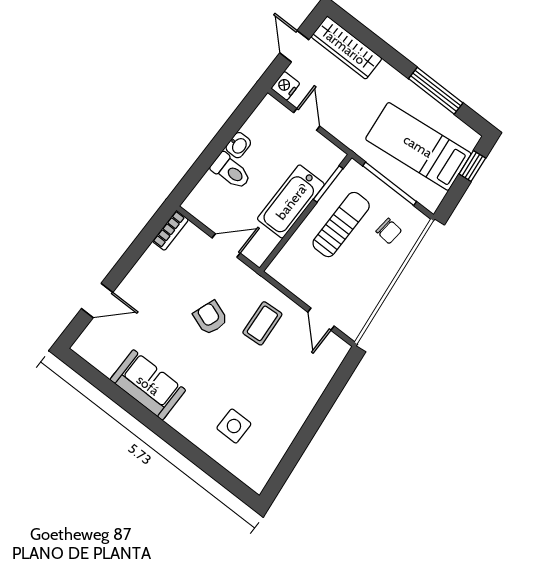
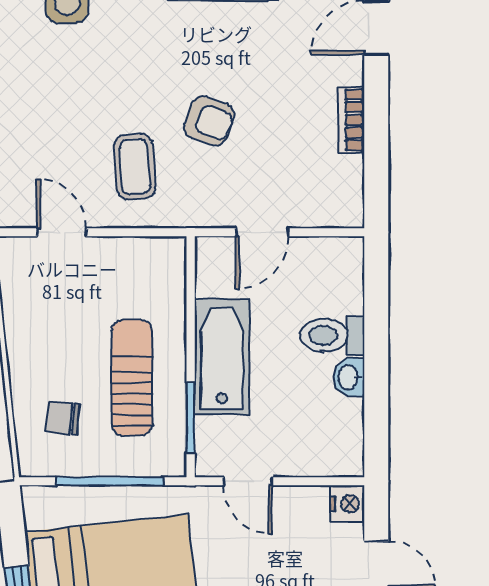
door: (307, 119) -> (248, 481), moved
sun lounger: (341, 225) -> (132, 378), turned 180
bookcase: (170, 230) -> (351, 120), moved

